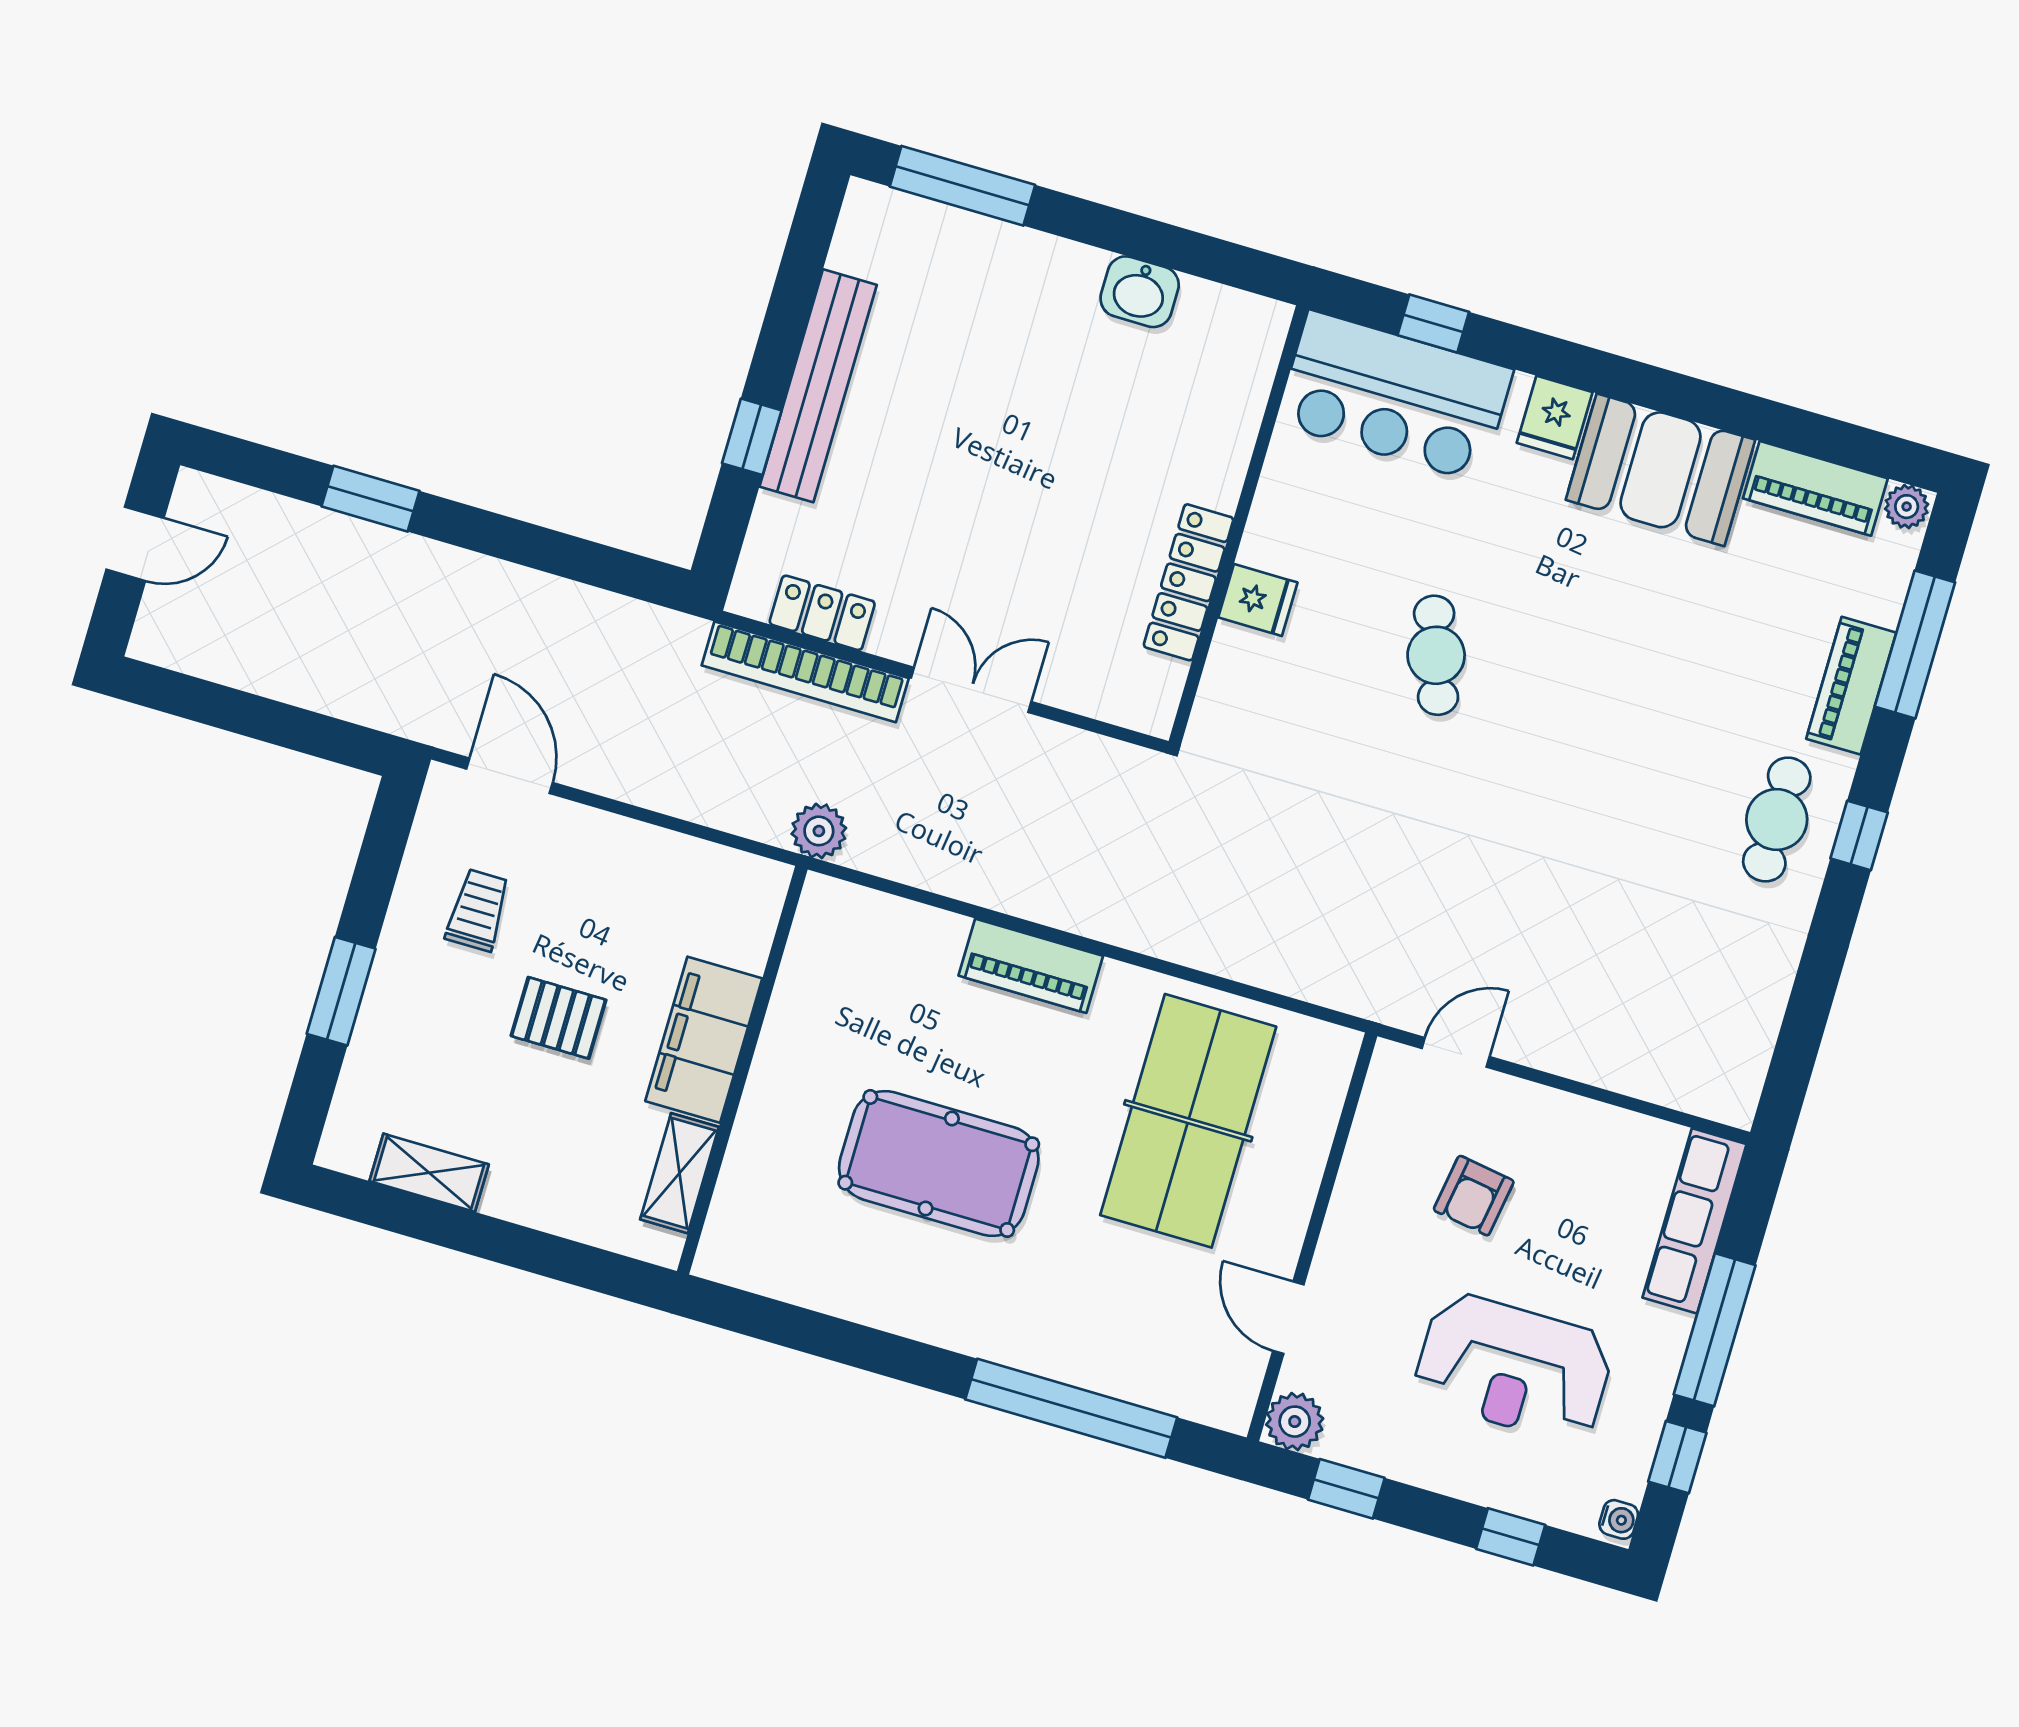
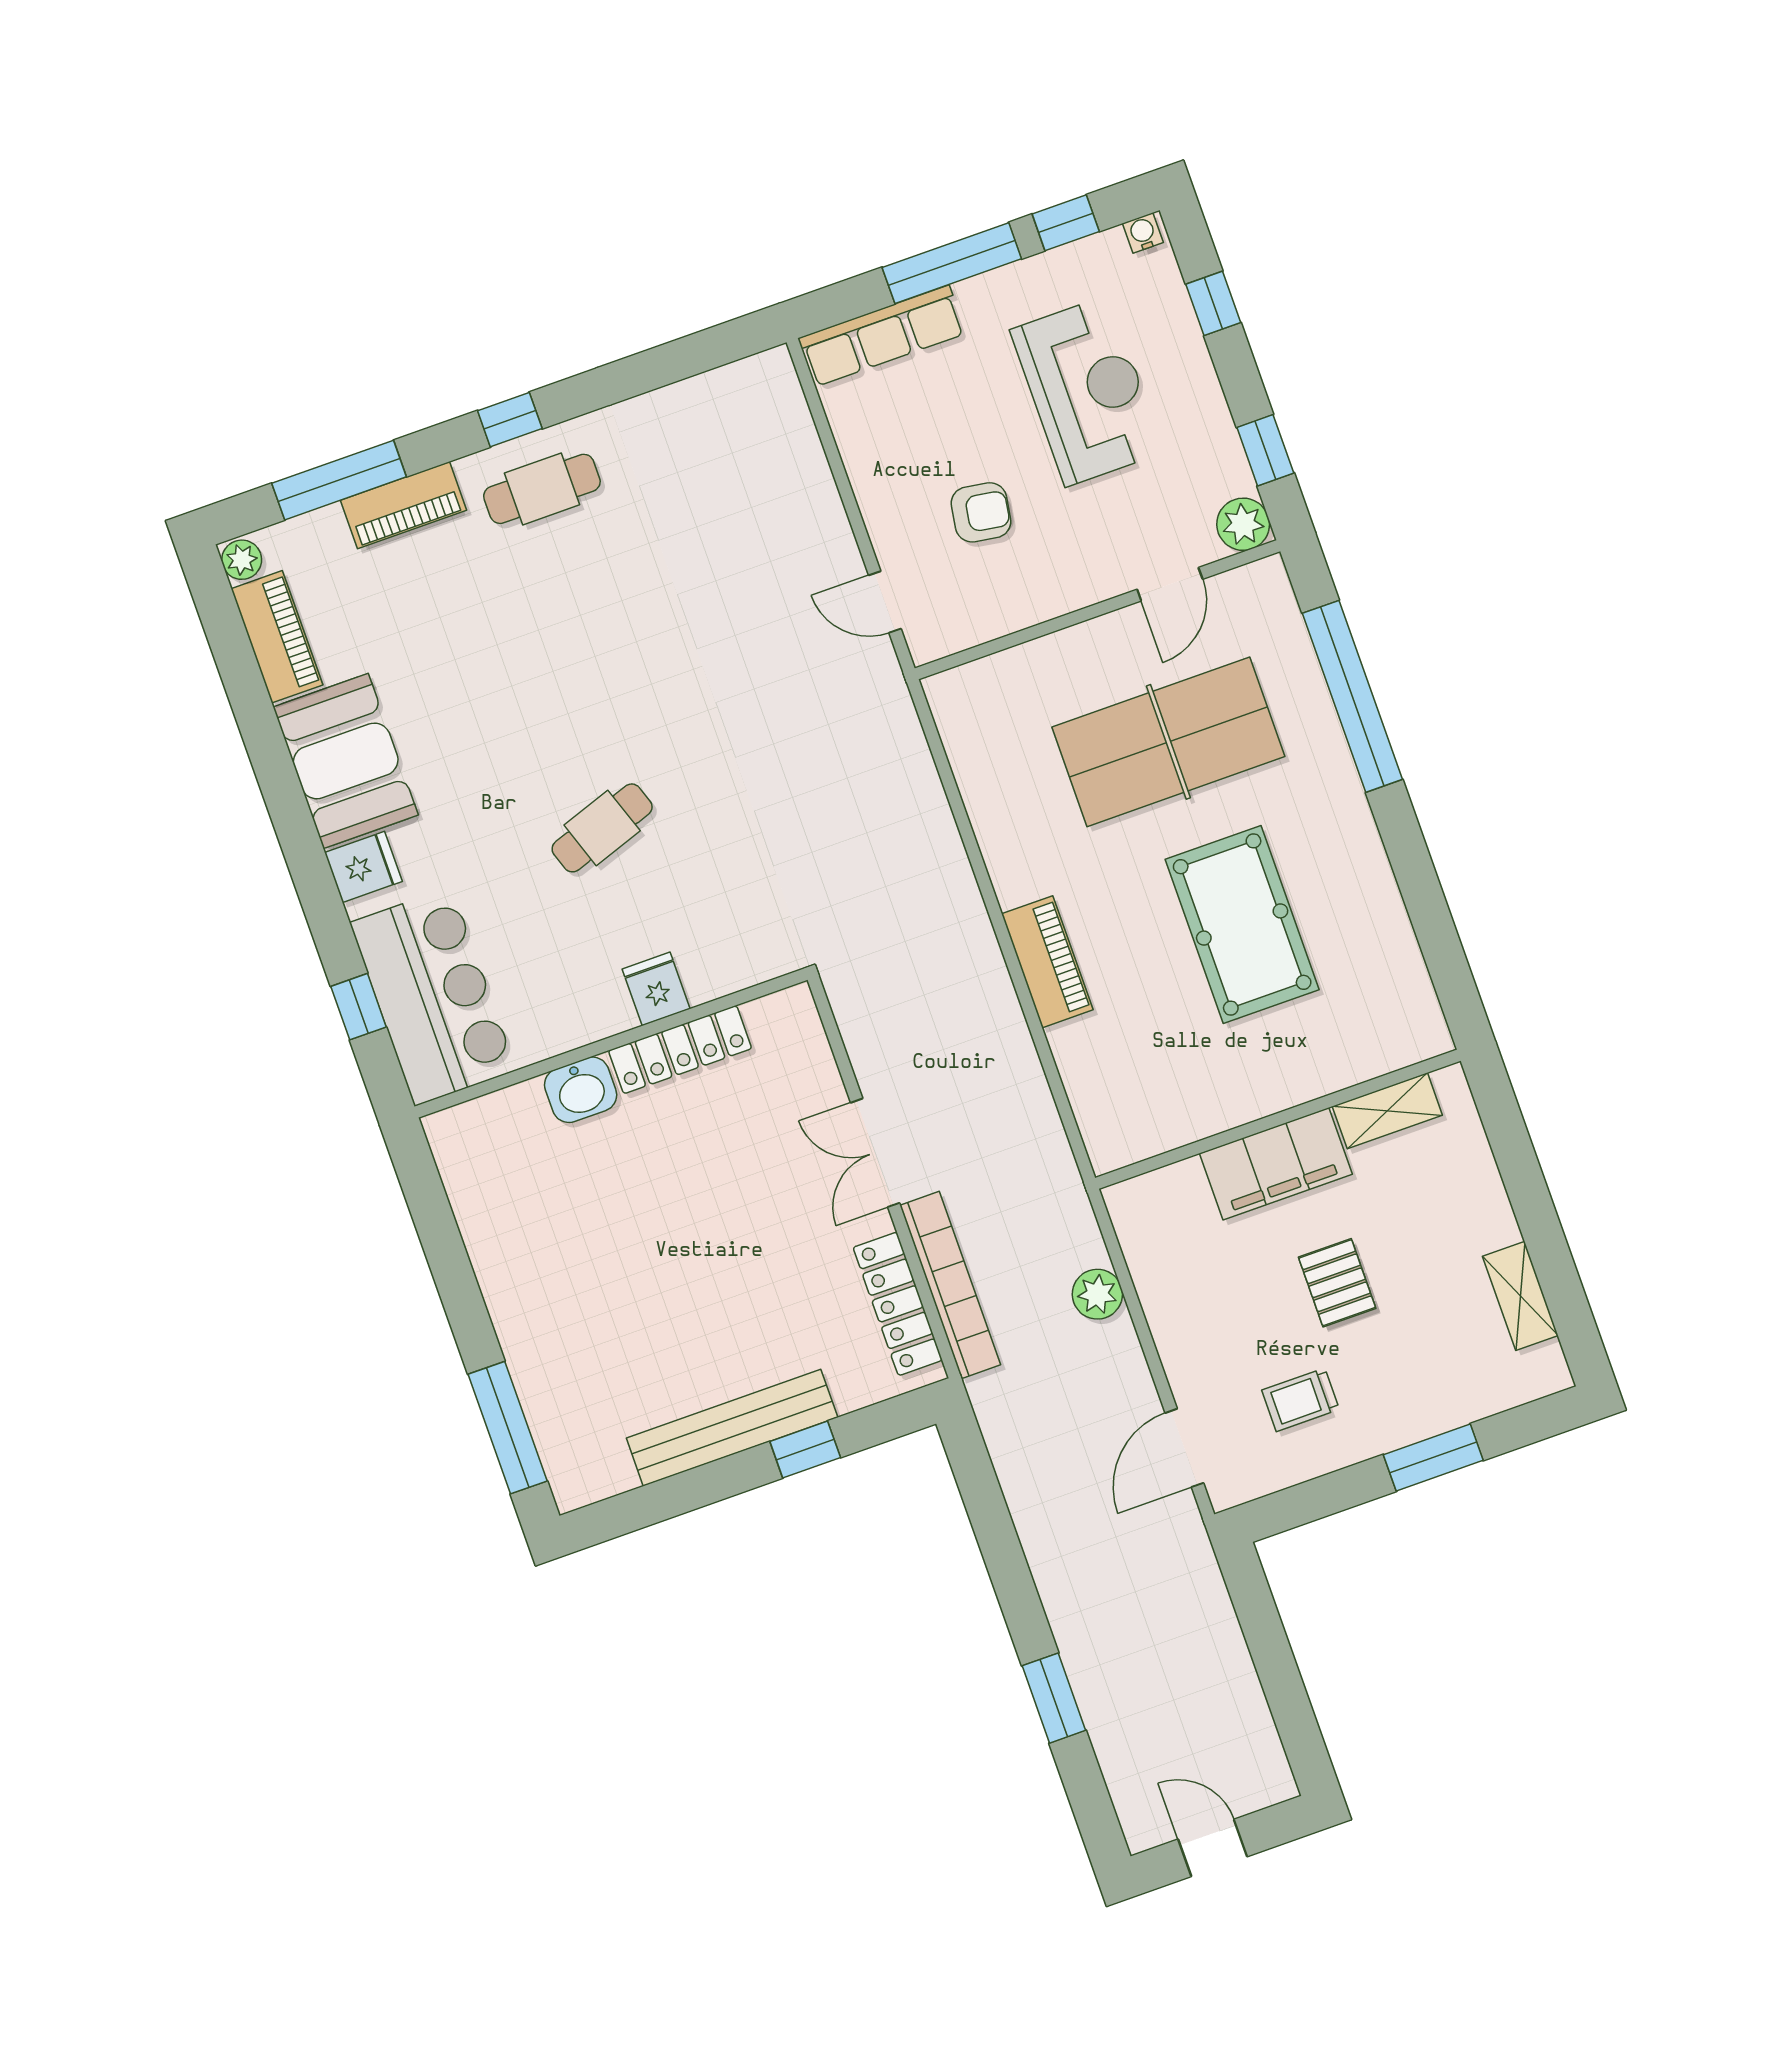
washbasin: (1140, 292) -> (581, 1090), moved, turned 90
locker: (822, 613) -> (898, 1304), width x1.53
plant: (819, 831) -> (1097, 1294), moved
table tennis table: (1188, 1121) -> (1168, 742), moved

